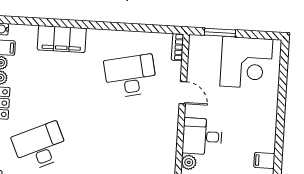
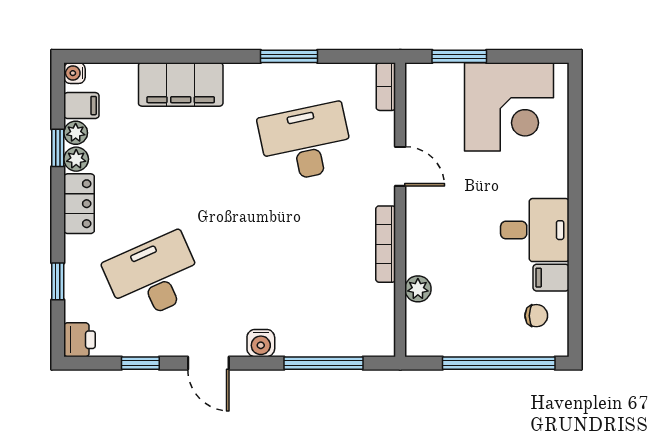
window: (124, 27) -> (289, 56), added
bookcase: (172, 136) -> (386, 244), added
desk: (202, 136) -> (535, 230), moved, turned 180

